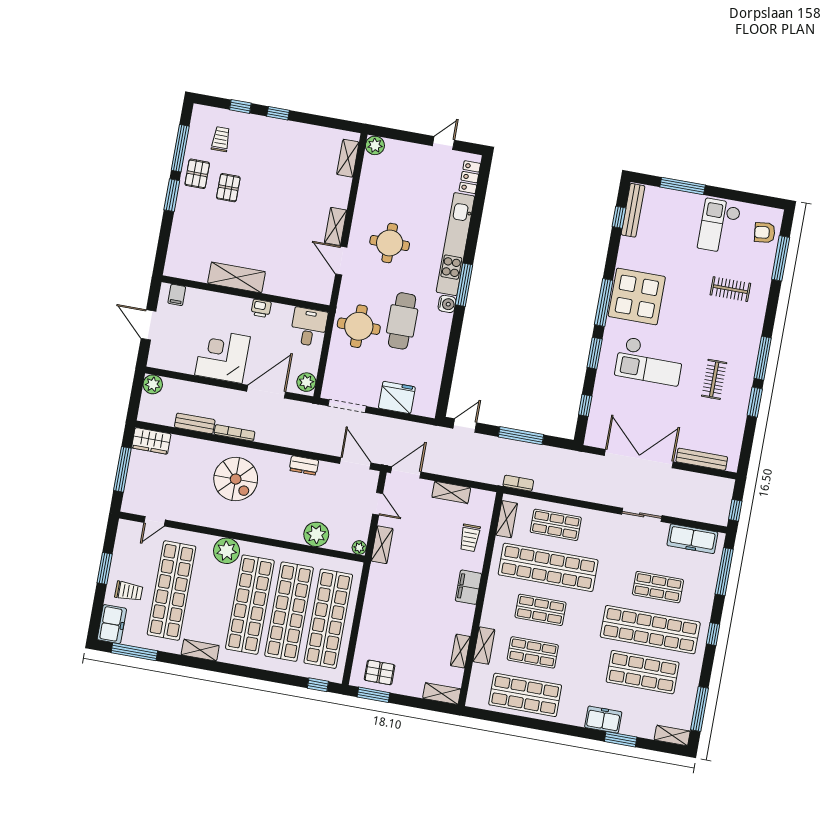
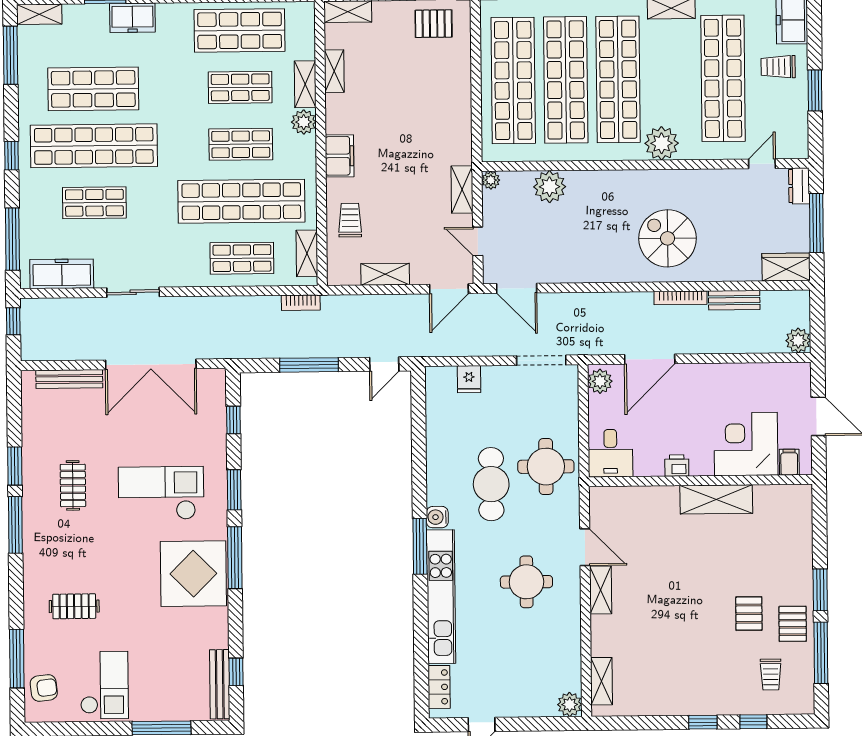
corner desk: (222, 356) -> (746, 444), moved, turned 180
fridge: (397, 397) -> (469, 379), width x0.53, depth x0.75
dresser: (304, 465) -> (799, 186), moved, turned -90
plant: (490, 618) -> (304, 122), added

